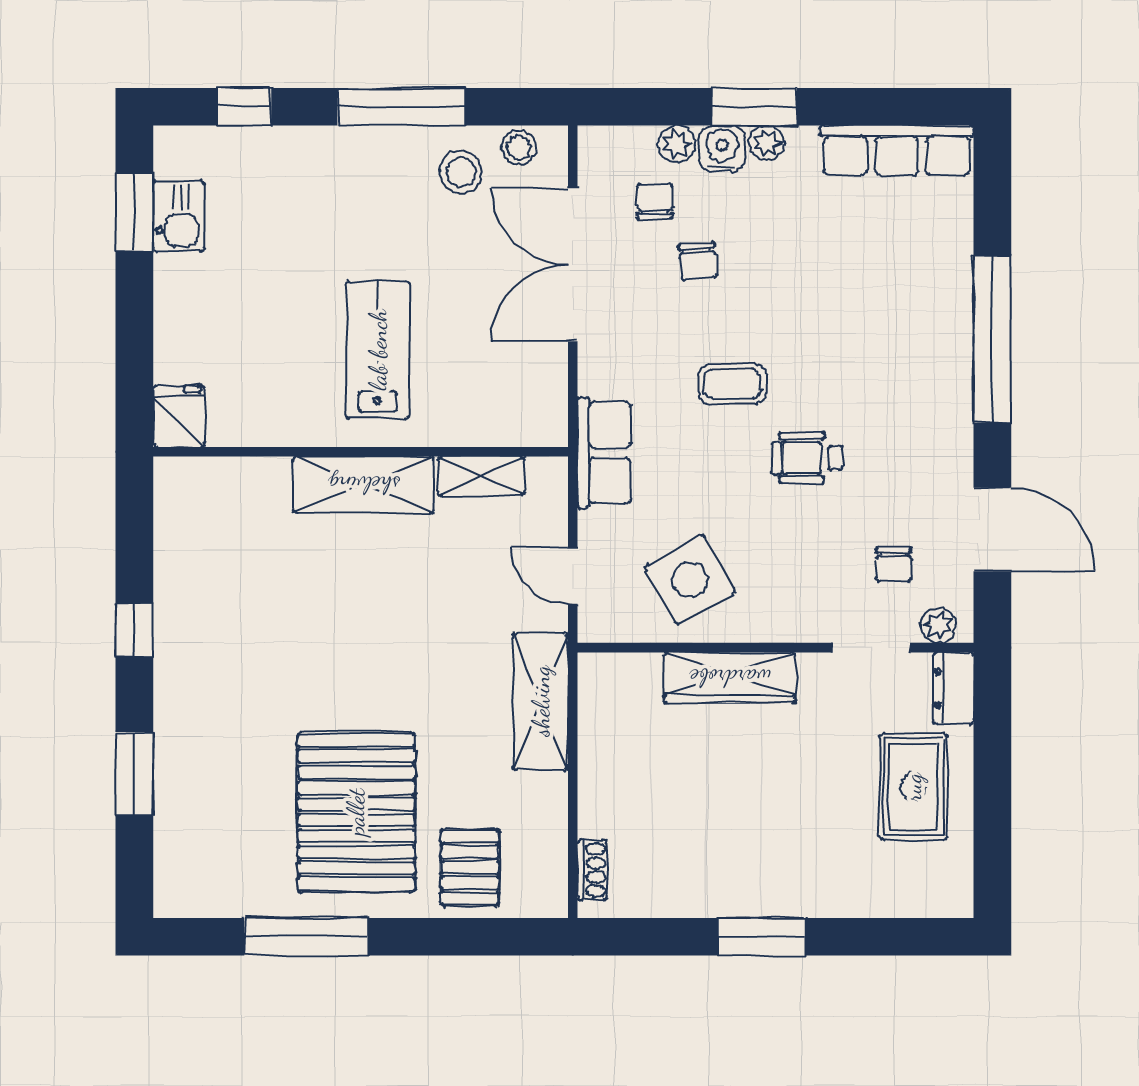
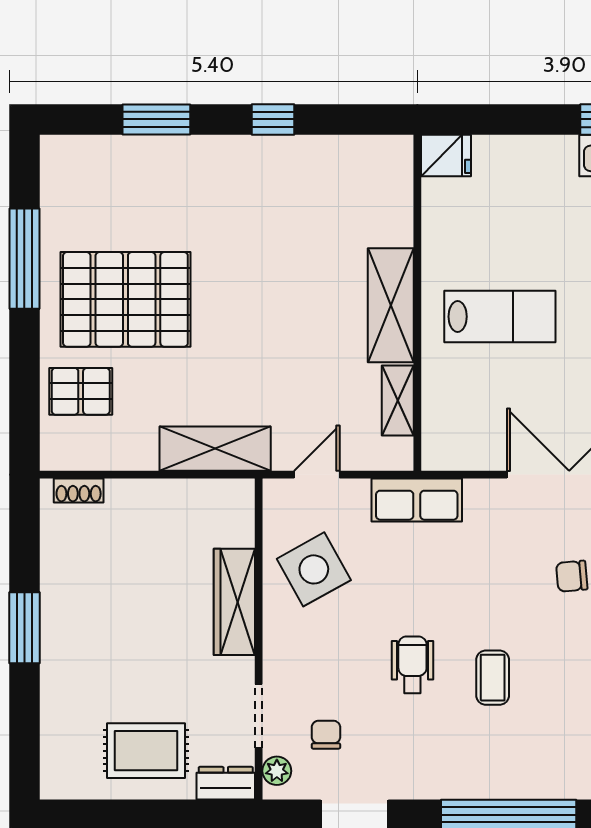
coffee table: (732, 384) -> (493, 678), moved
chair: (894, 565) -> (326, 735), turned 90

